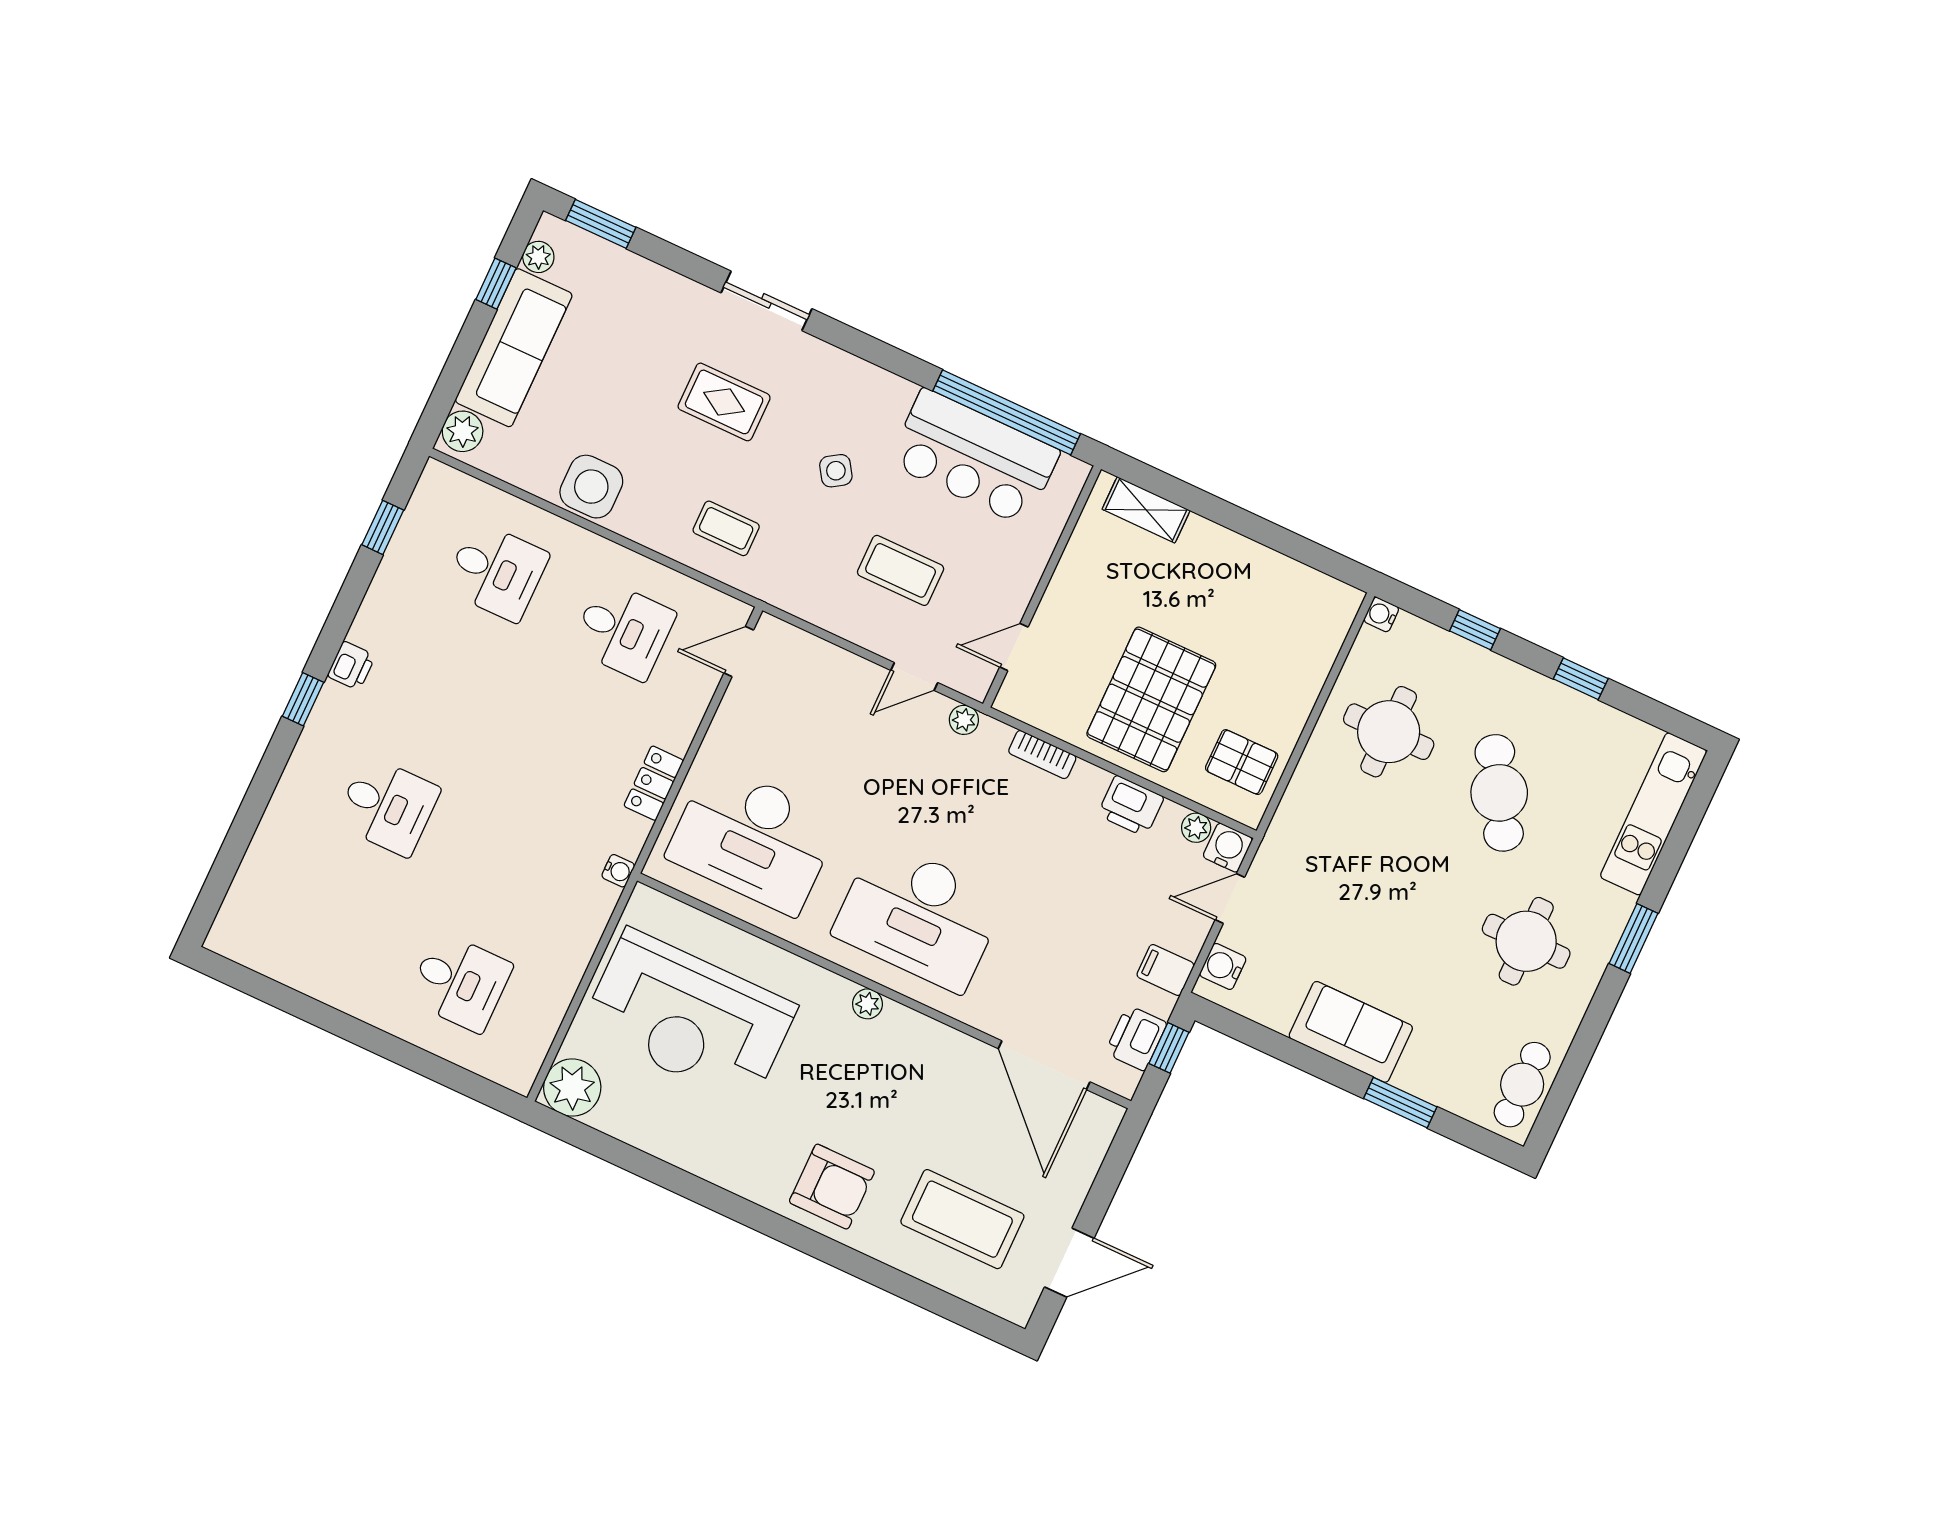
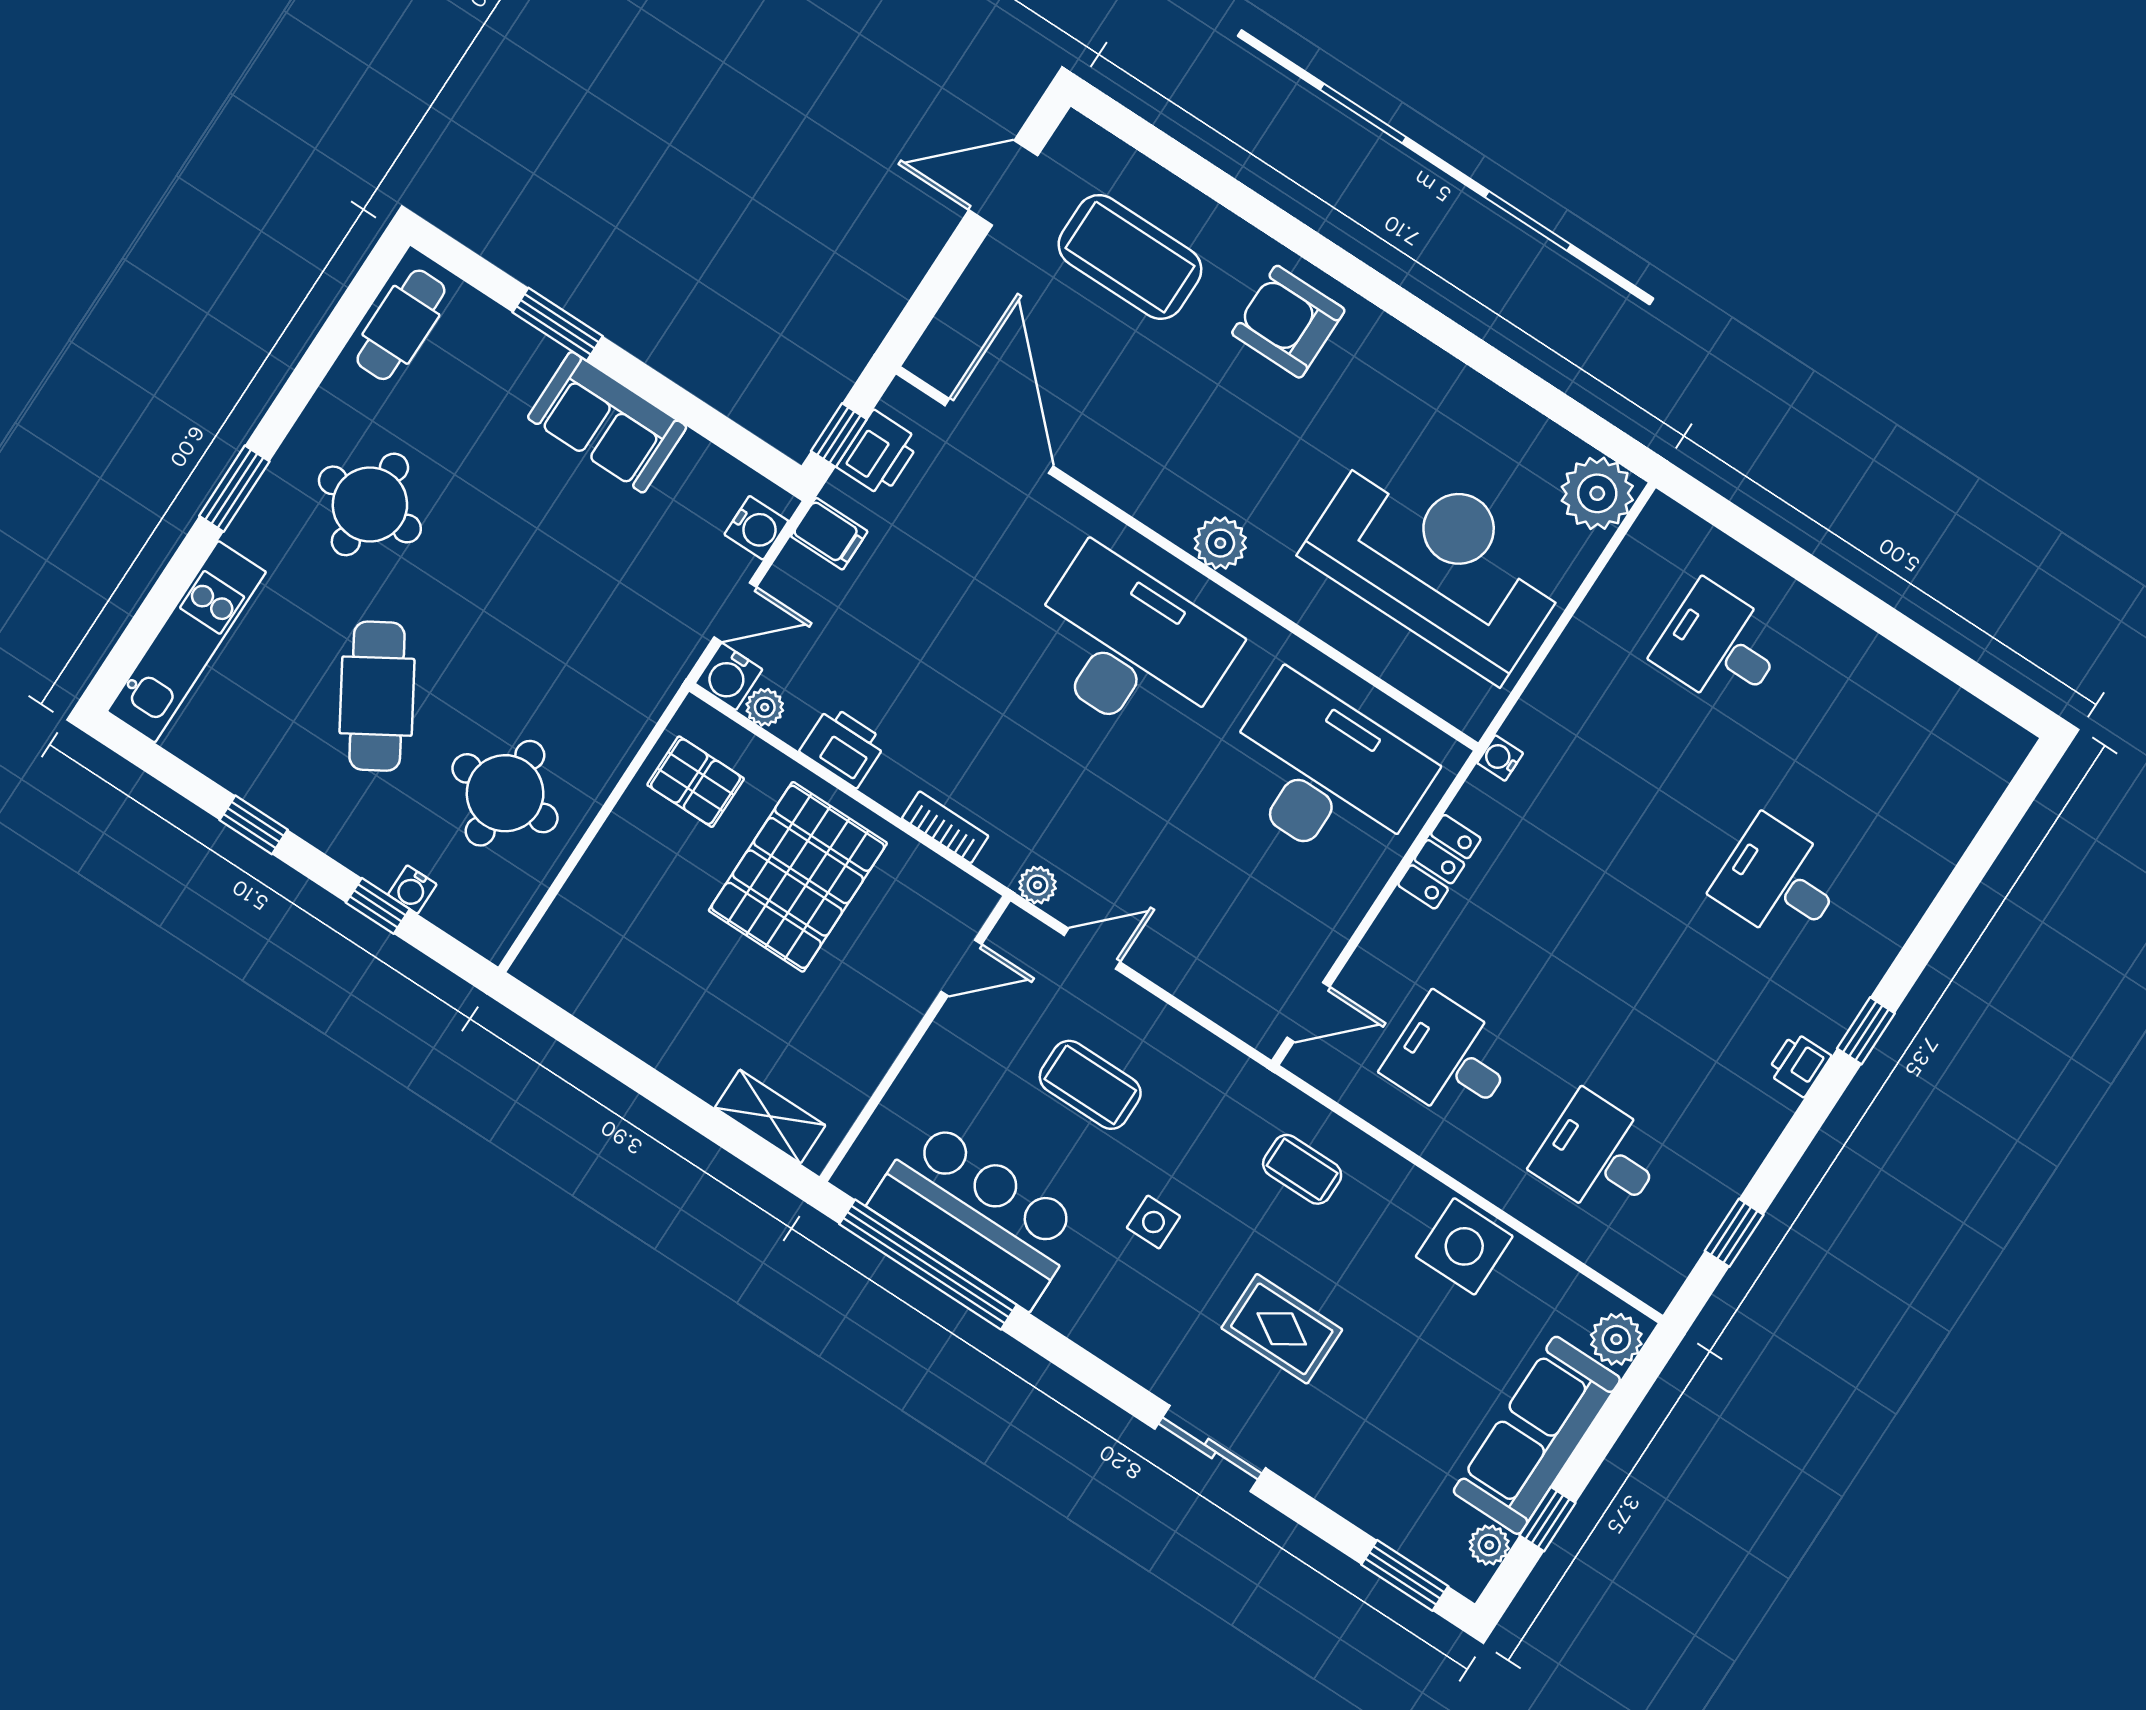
side table: (836, 471) -> (1153, 1222), turned 33
water cooler: (1381, 614) -> (412, 889), moved, turned 90
plant: (867, 1004) -> (1220, 543), width x1.38, depth x1.38

